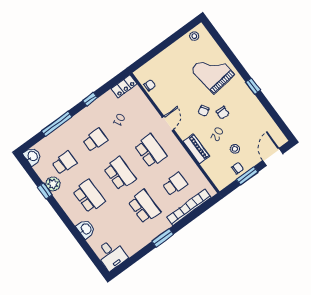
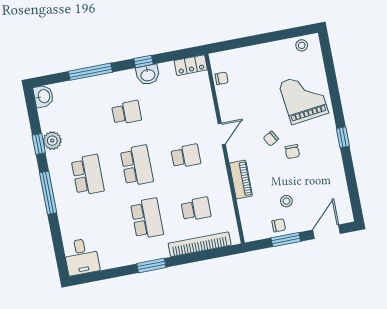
school desk: (150, 151) -> (186, 156), width x0.54
school desk: (64, 163) -> (78, 122), removed
window: (67, 221) -> (48, 193), added
washbasin: (86, 229) -> (148, 75), moved, turned 90

